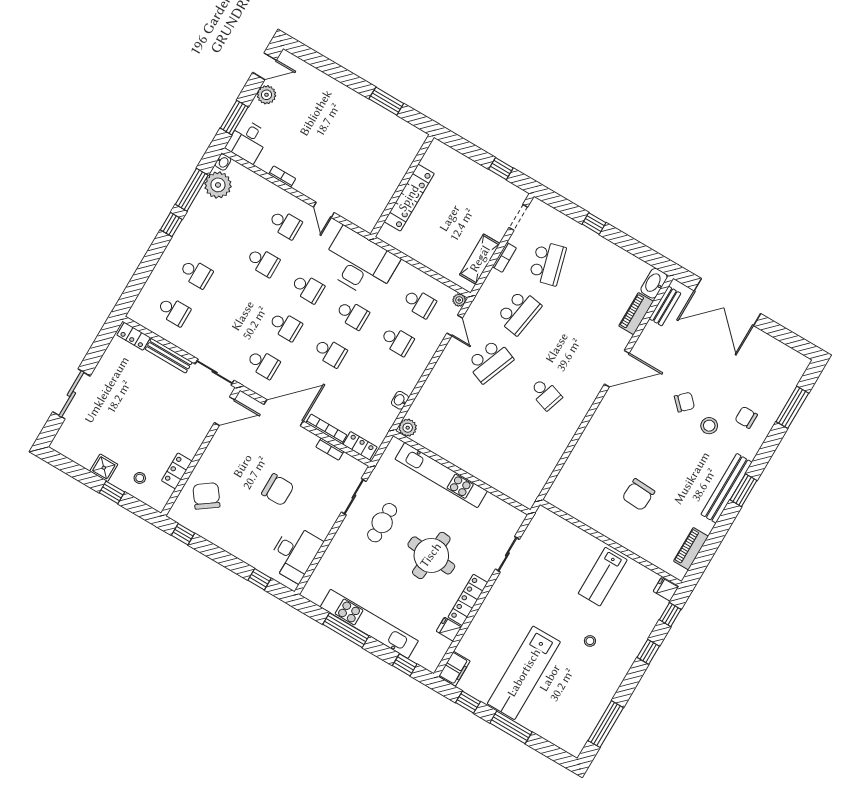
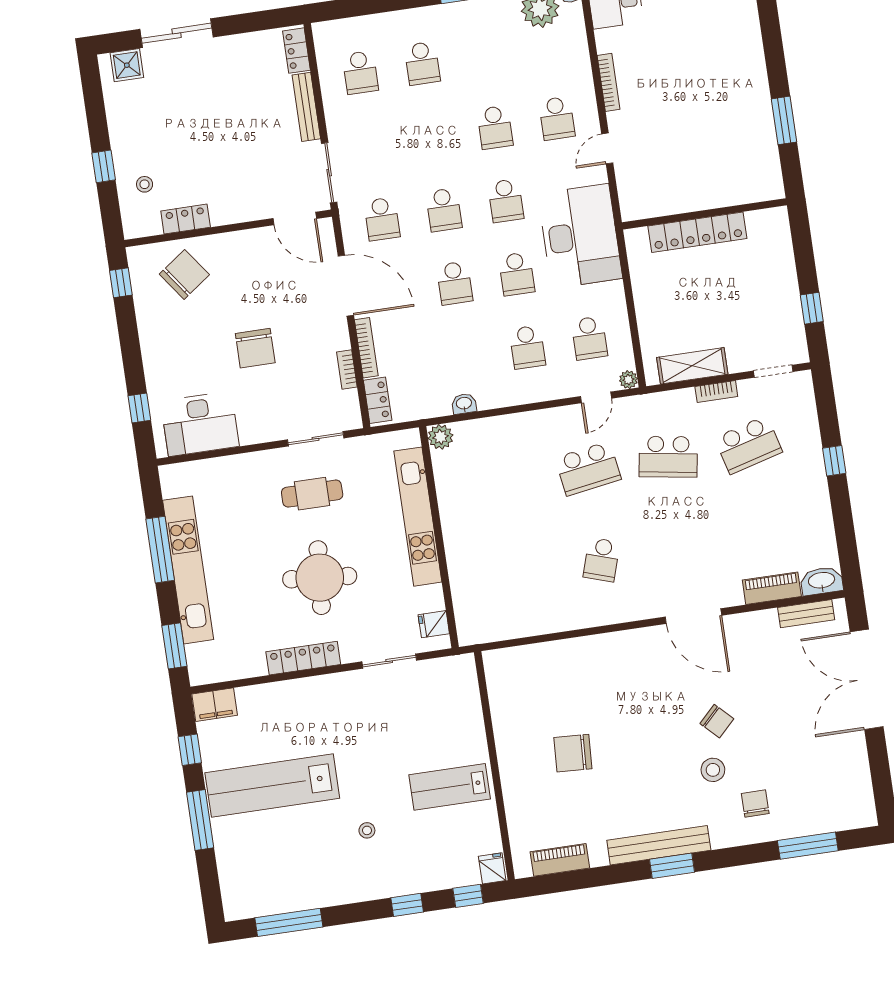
bookcase: (282, 176) -> (609, 82), width x1.56
school desk: (490, 361) -> (588, 469), turned -30
shower: (104, 468) -> (127, 65), moved
fridge: (449, 629) -> (434, 624), moved, turned -90
window: (405, 665) -> (174, 646), width x1.50

